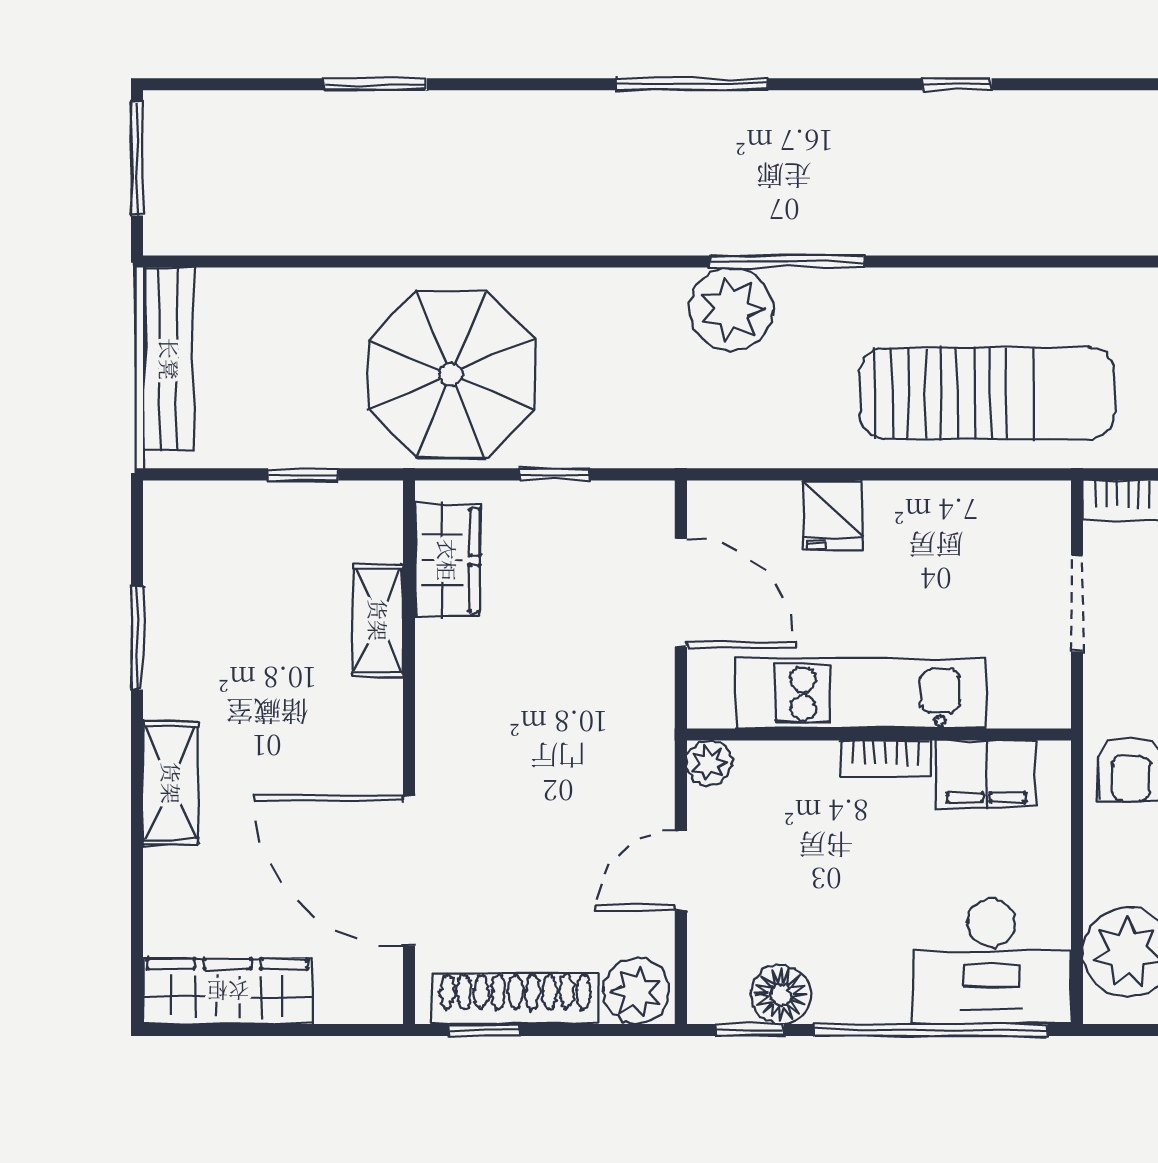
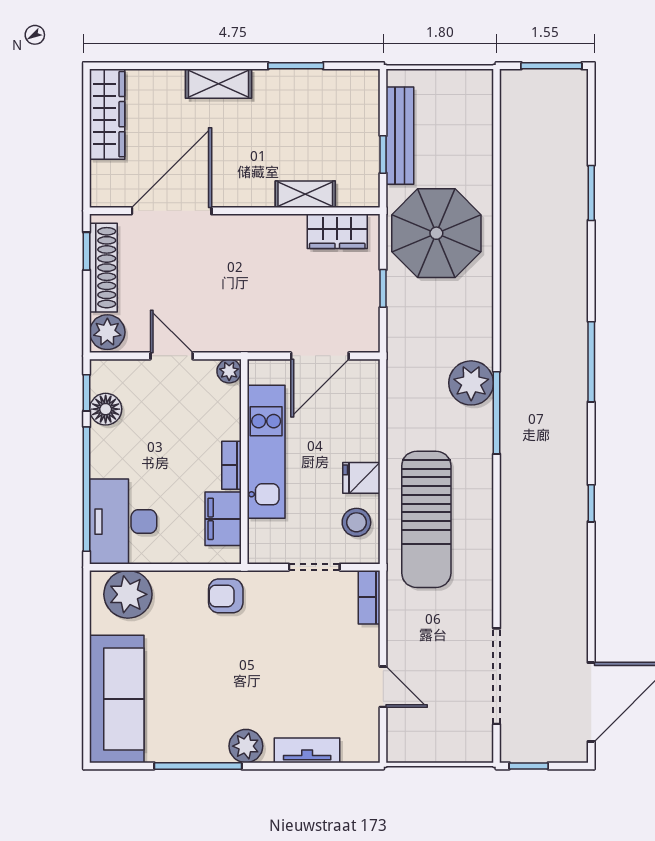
bench: (169, 359) -> (400, 136), moved, turned 90
fridge: (833, 515) -> (361, 478), moved
stool: (993, 524) -> (356, 522), added

